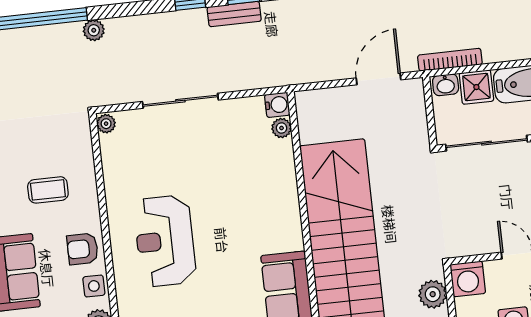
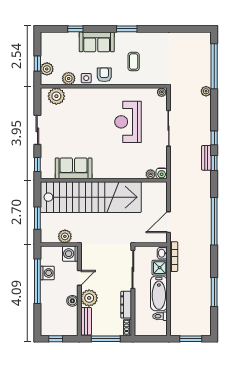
door: (378, 79) -> (169, 222), swing flipped
reception desk: (165, 241) -> (128, 122), moved, turned -90

